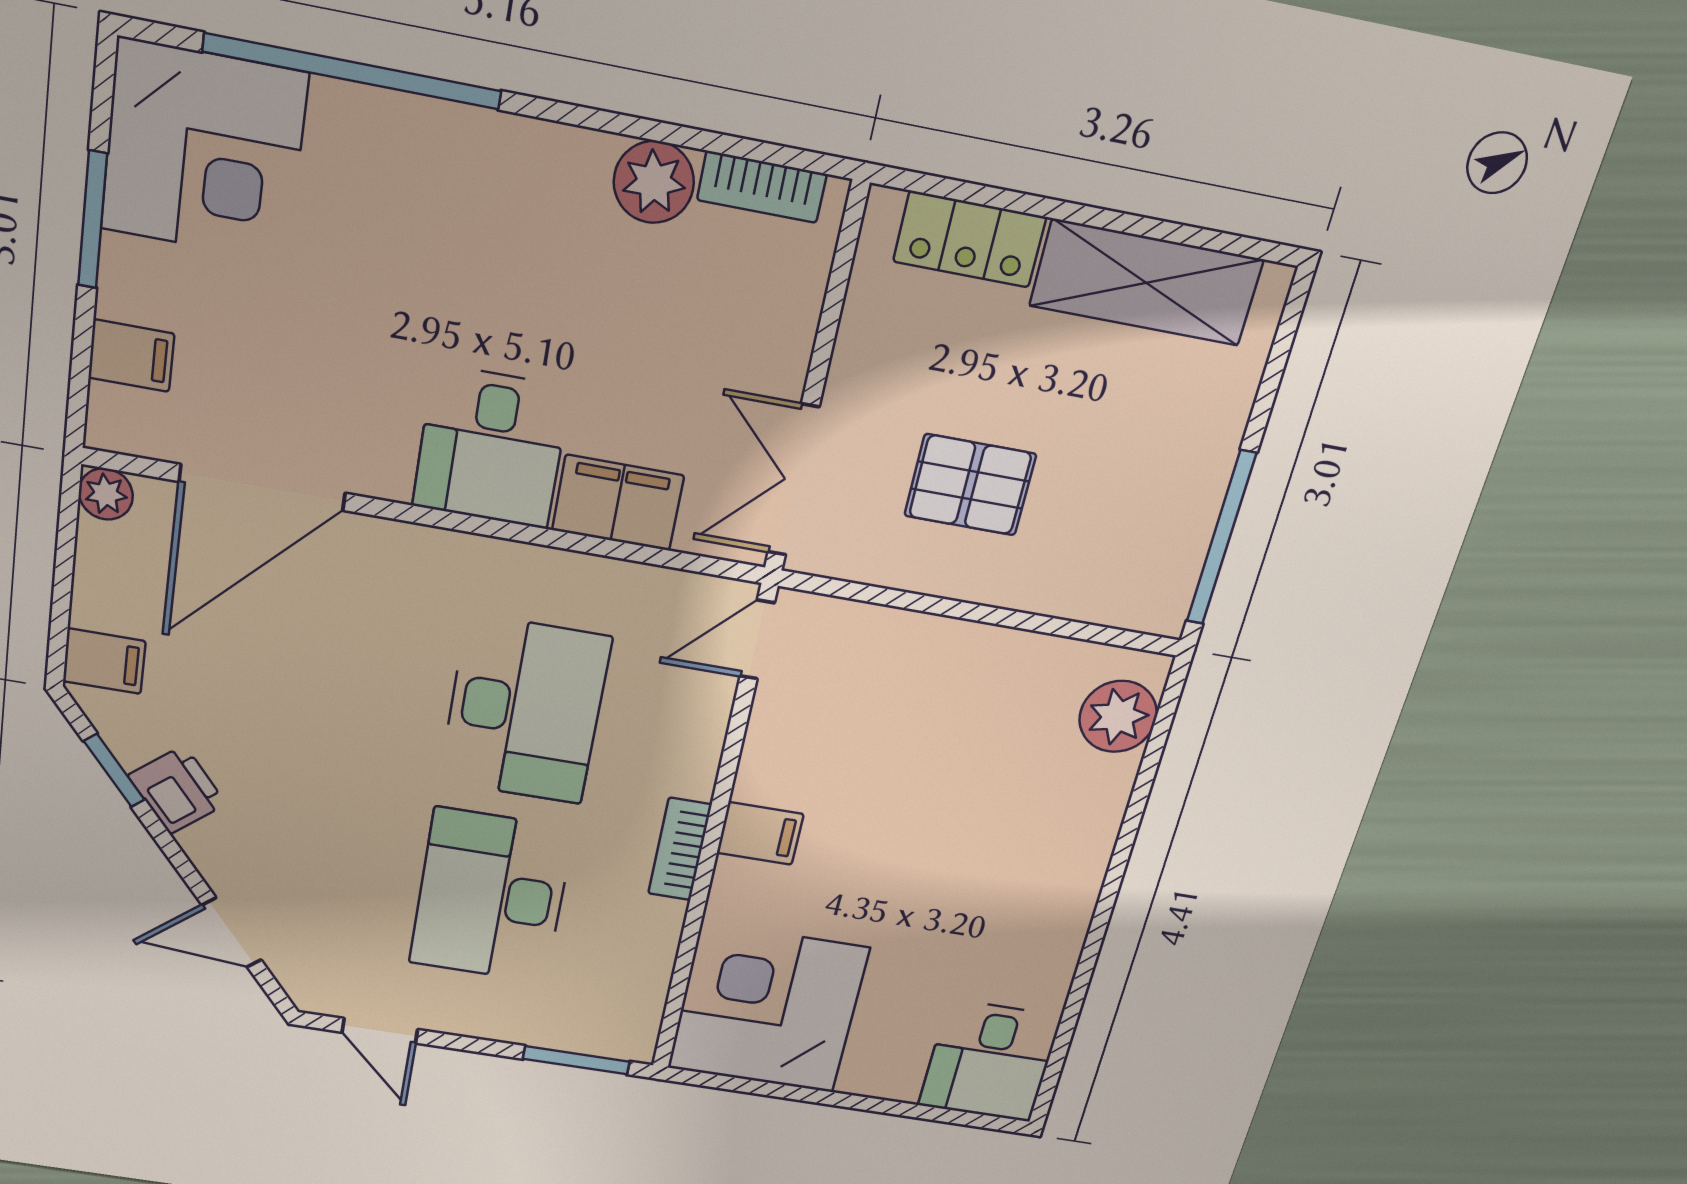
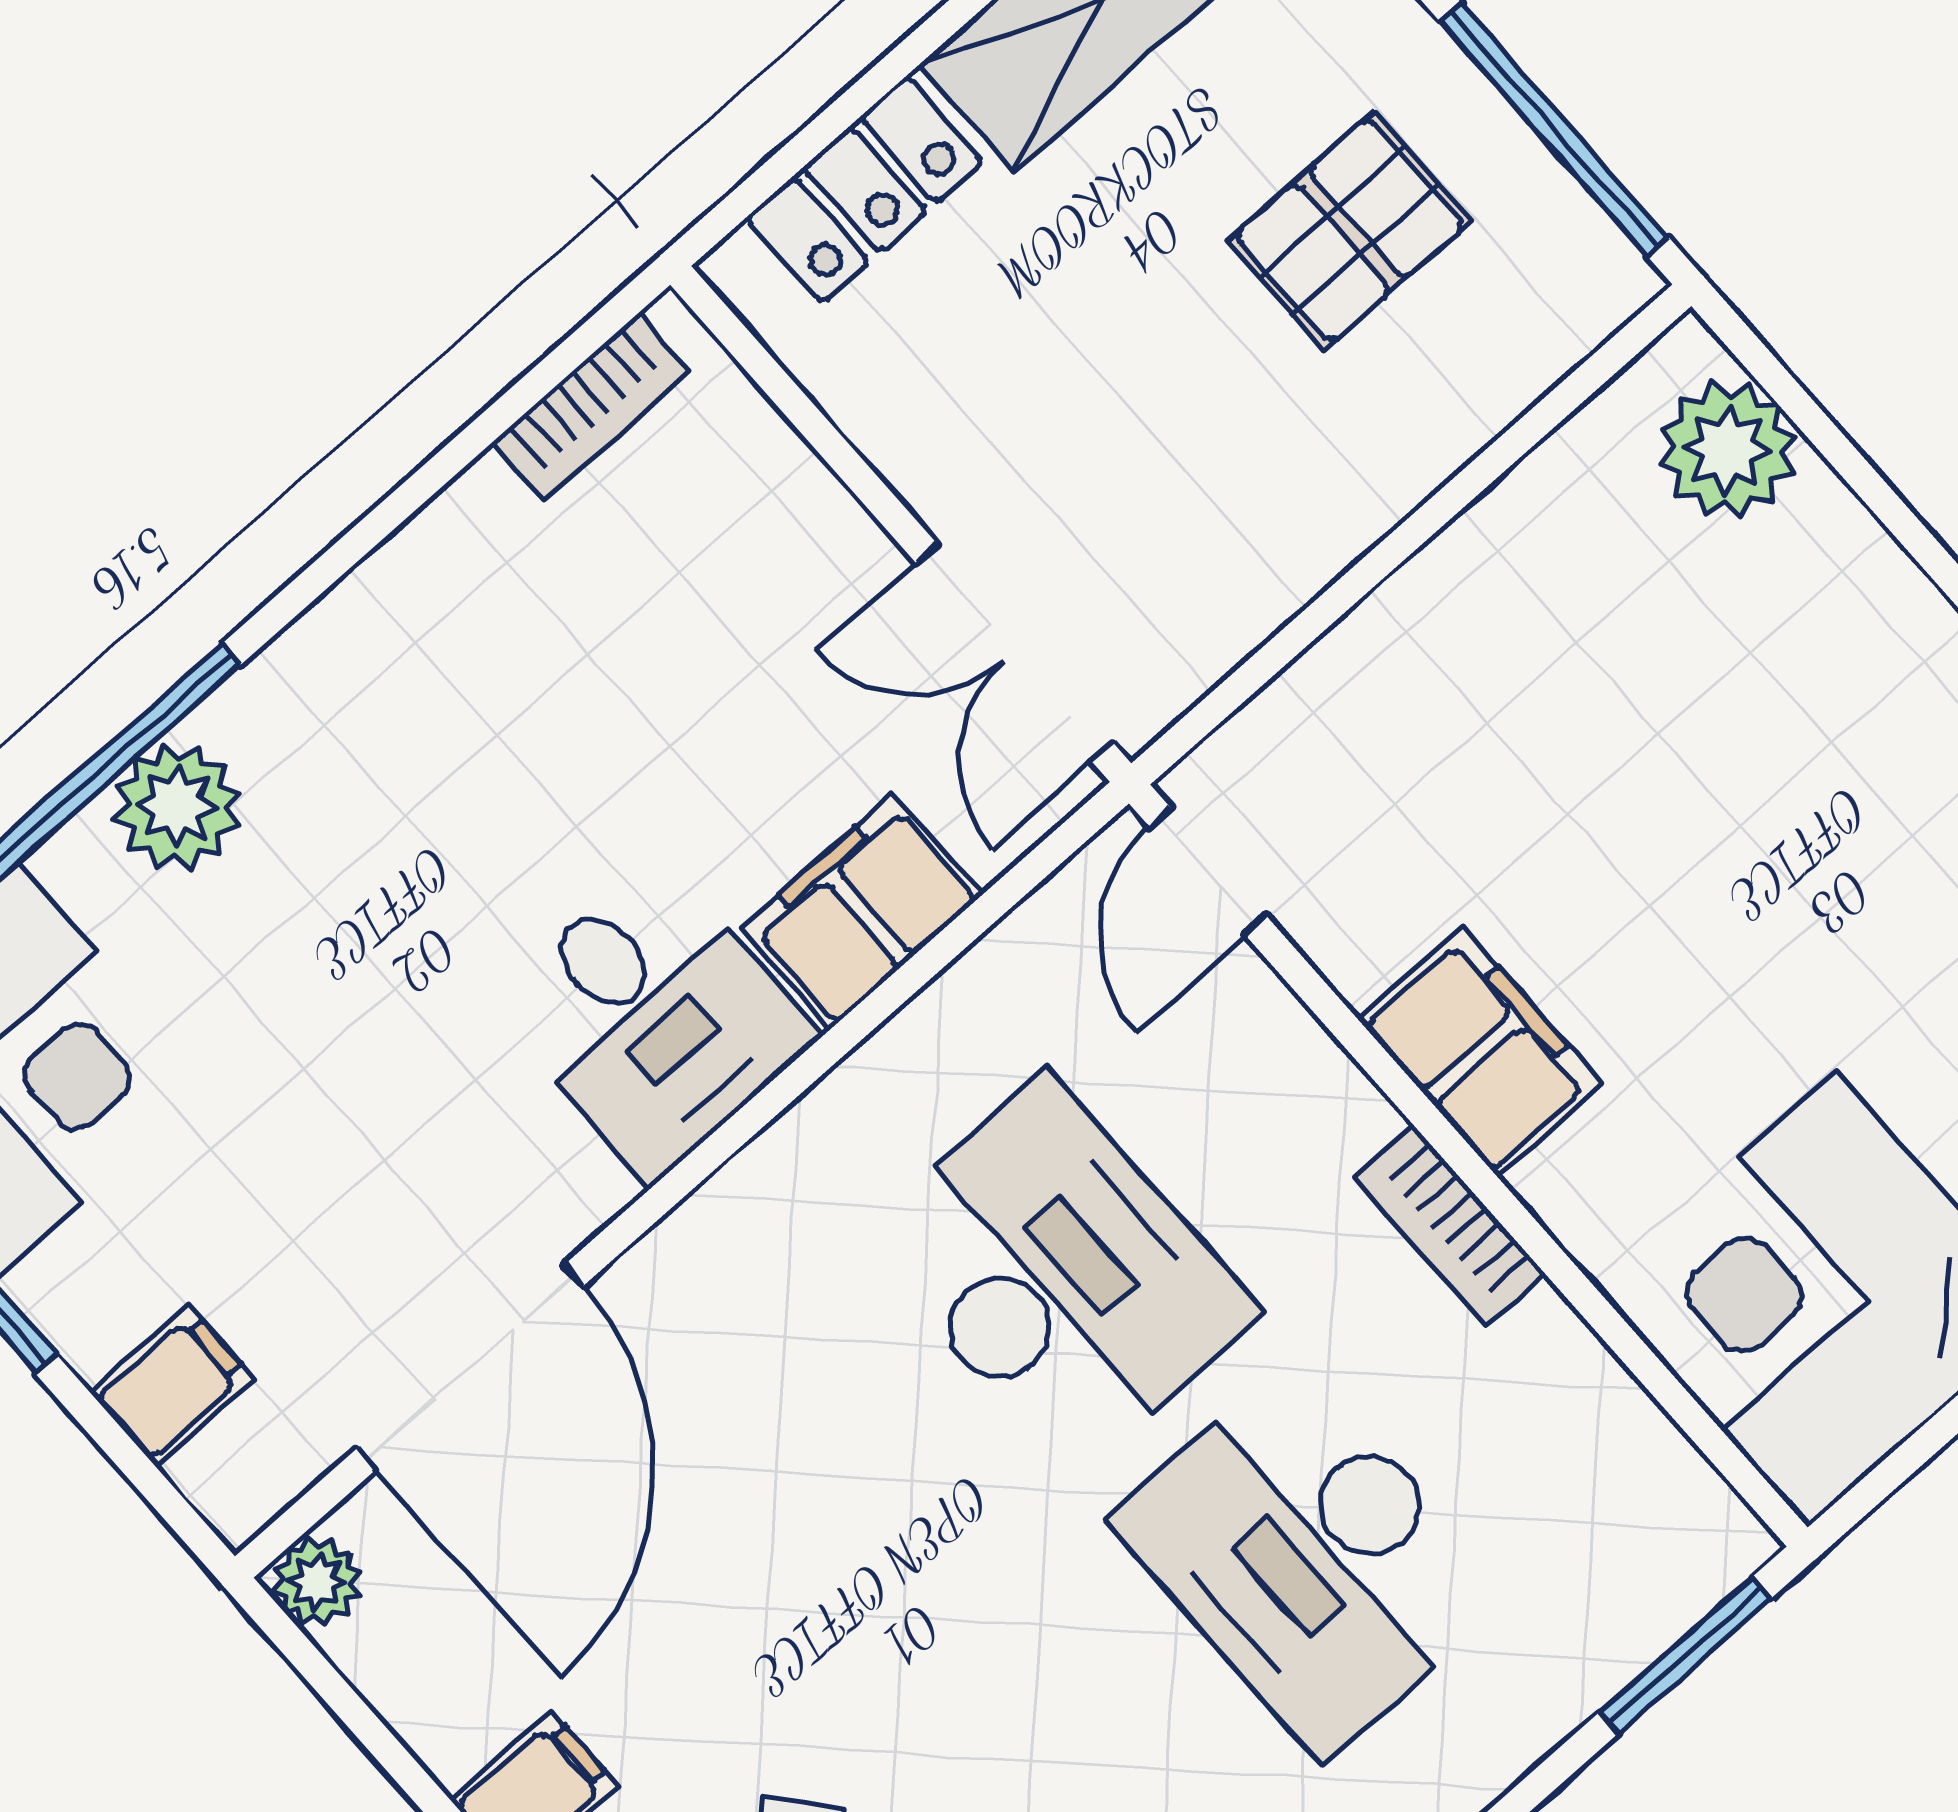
plant: (654, 182) -> (177, 807), moved
pallet: (970, 485) -> (1349, 231), moved
filing cabinet: (760, 833) -> (1481, 1052), width x2.00

